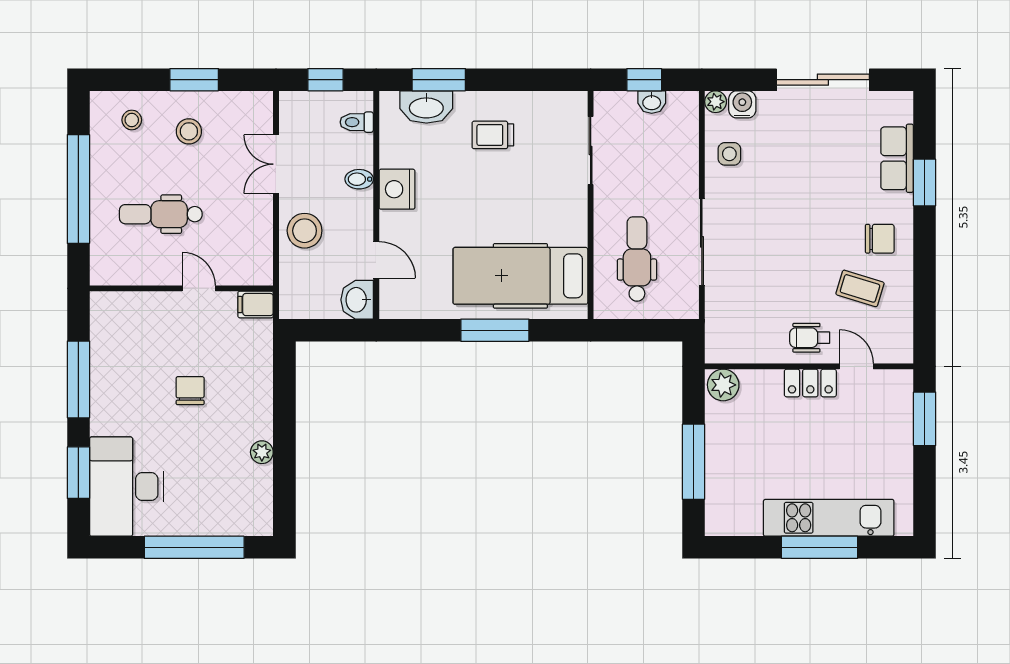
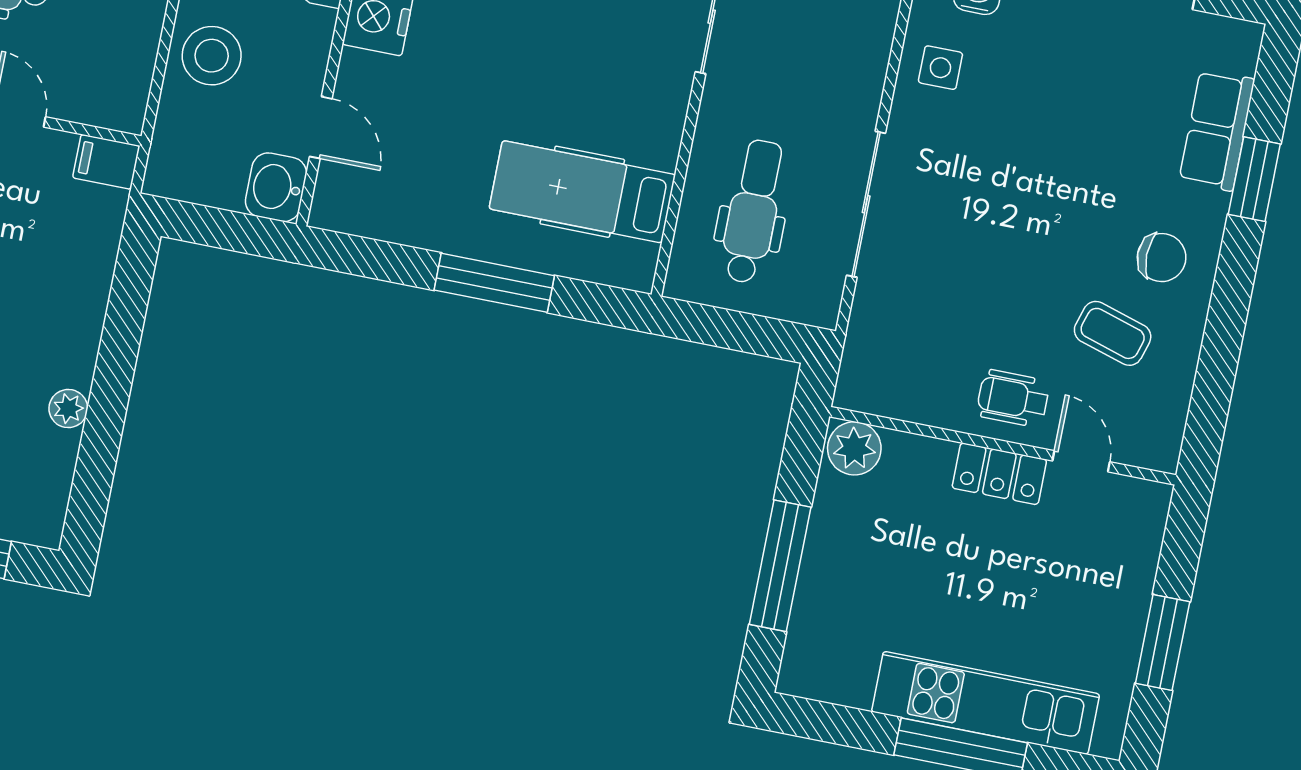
hospital bed: (520, 276) -> (582, 192), width x0.73, depth x0.78
window: (925, 419) -> (1163, 643), moved

